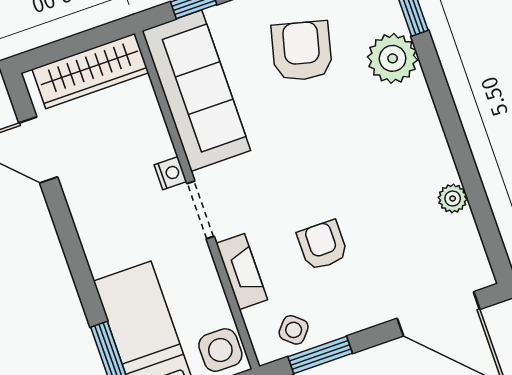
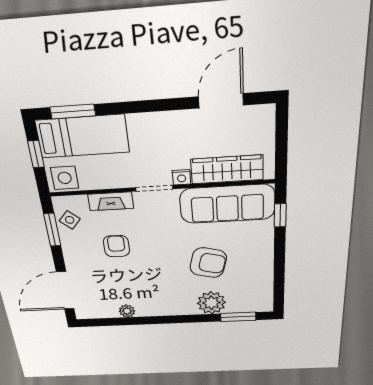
armchair: (302, 51) -> (208, 263), moved
wardrobe: (90, 71) -> (227, 169), moved, turned 90
armchair: (322, 245) -> (116, 246), turned -90

